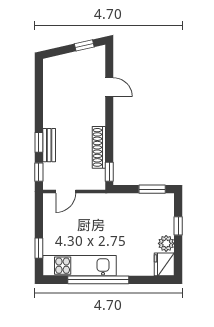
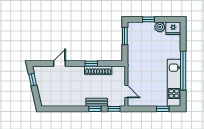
window: (109, 172) -> (91, 64), moved

